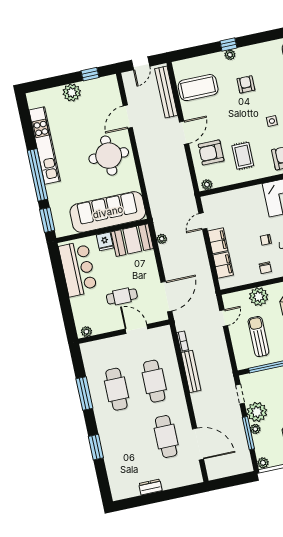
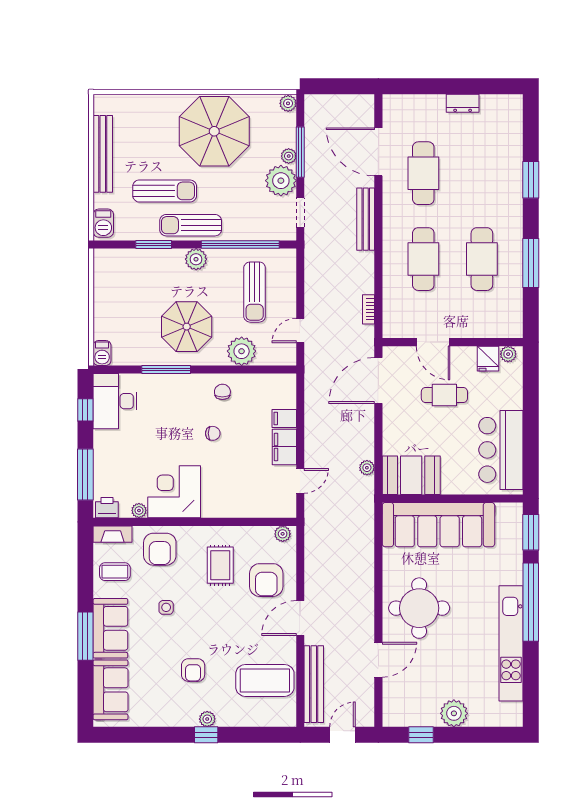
armchair: (211, 153) -> (266, 580), turned 90
fridge: (105, 241) -> (488, 359), moved, turned 180
filing cabinet: (223, 265) -> (284, 418), width x0.50
bench: (191, 371) -> (366, 219), moved

